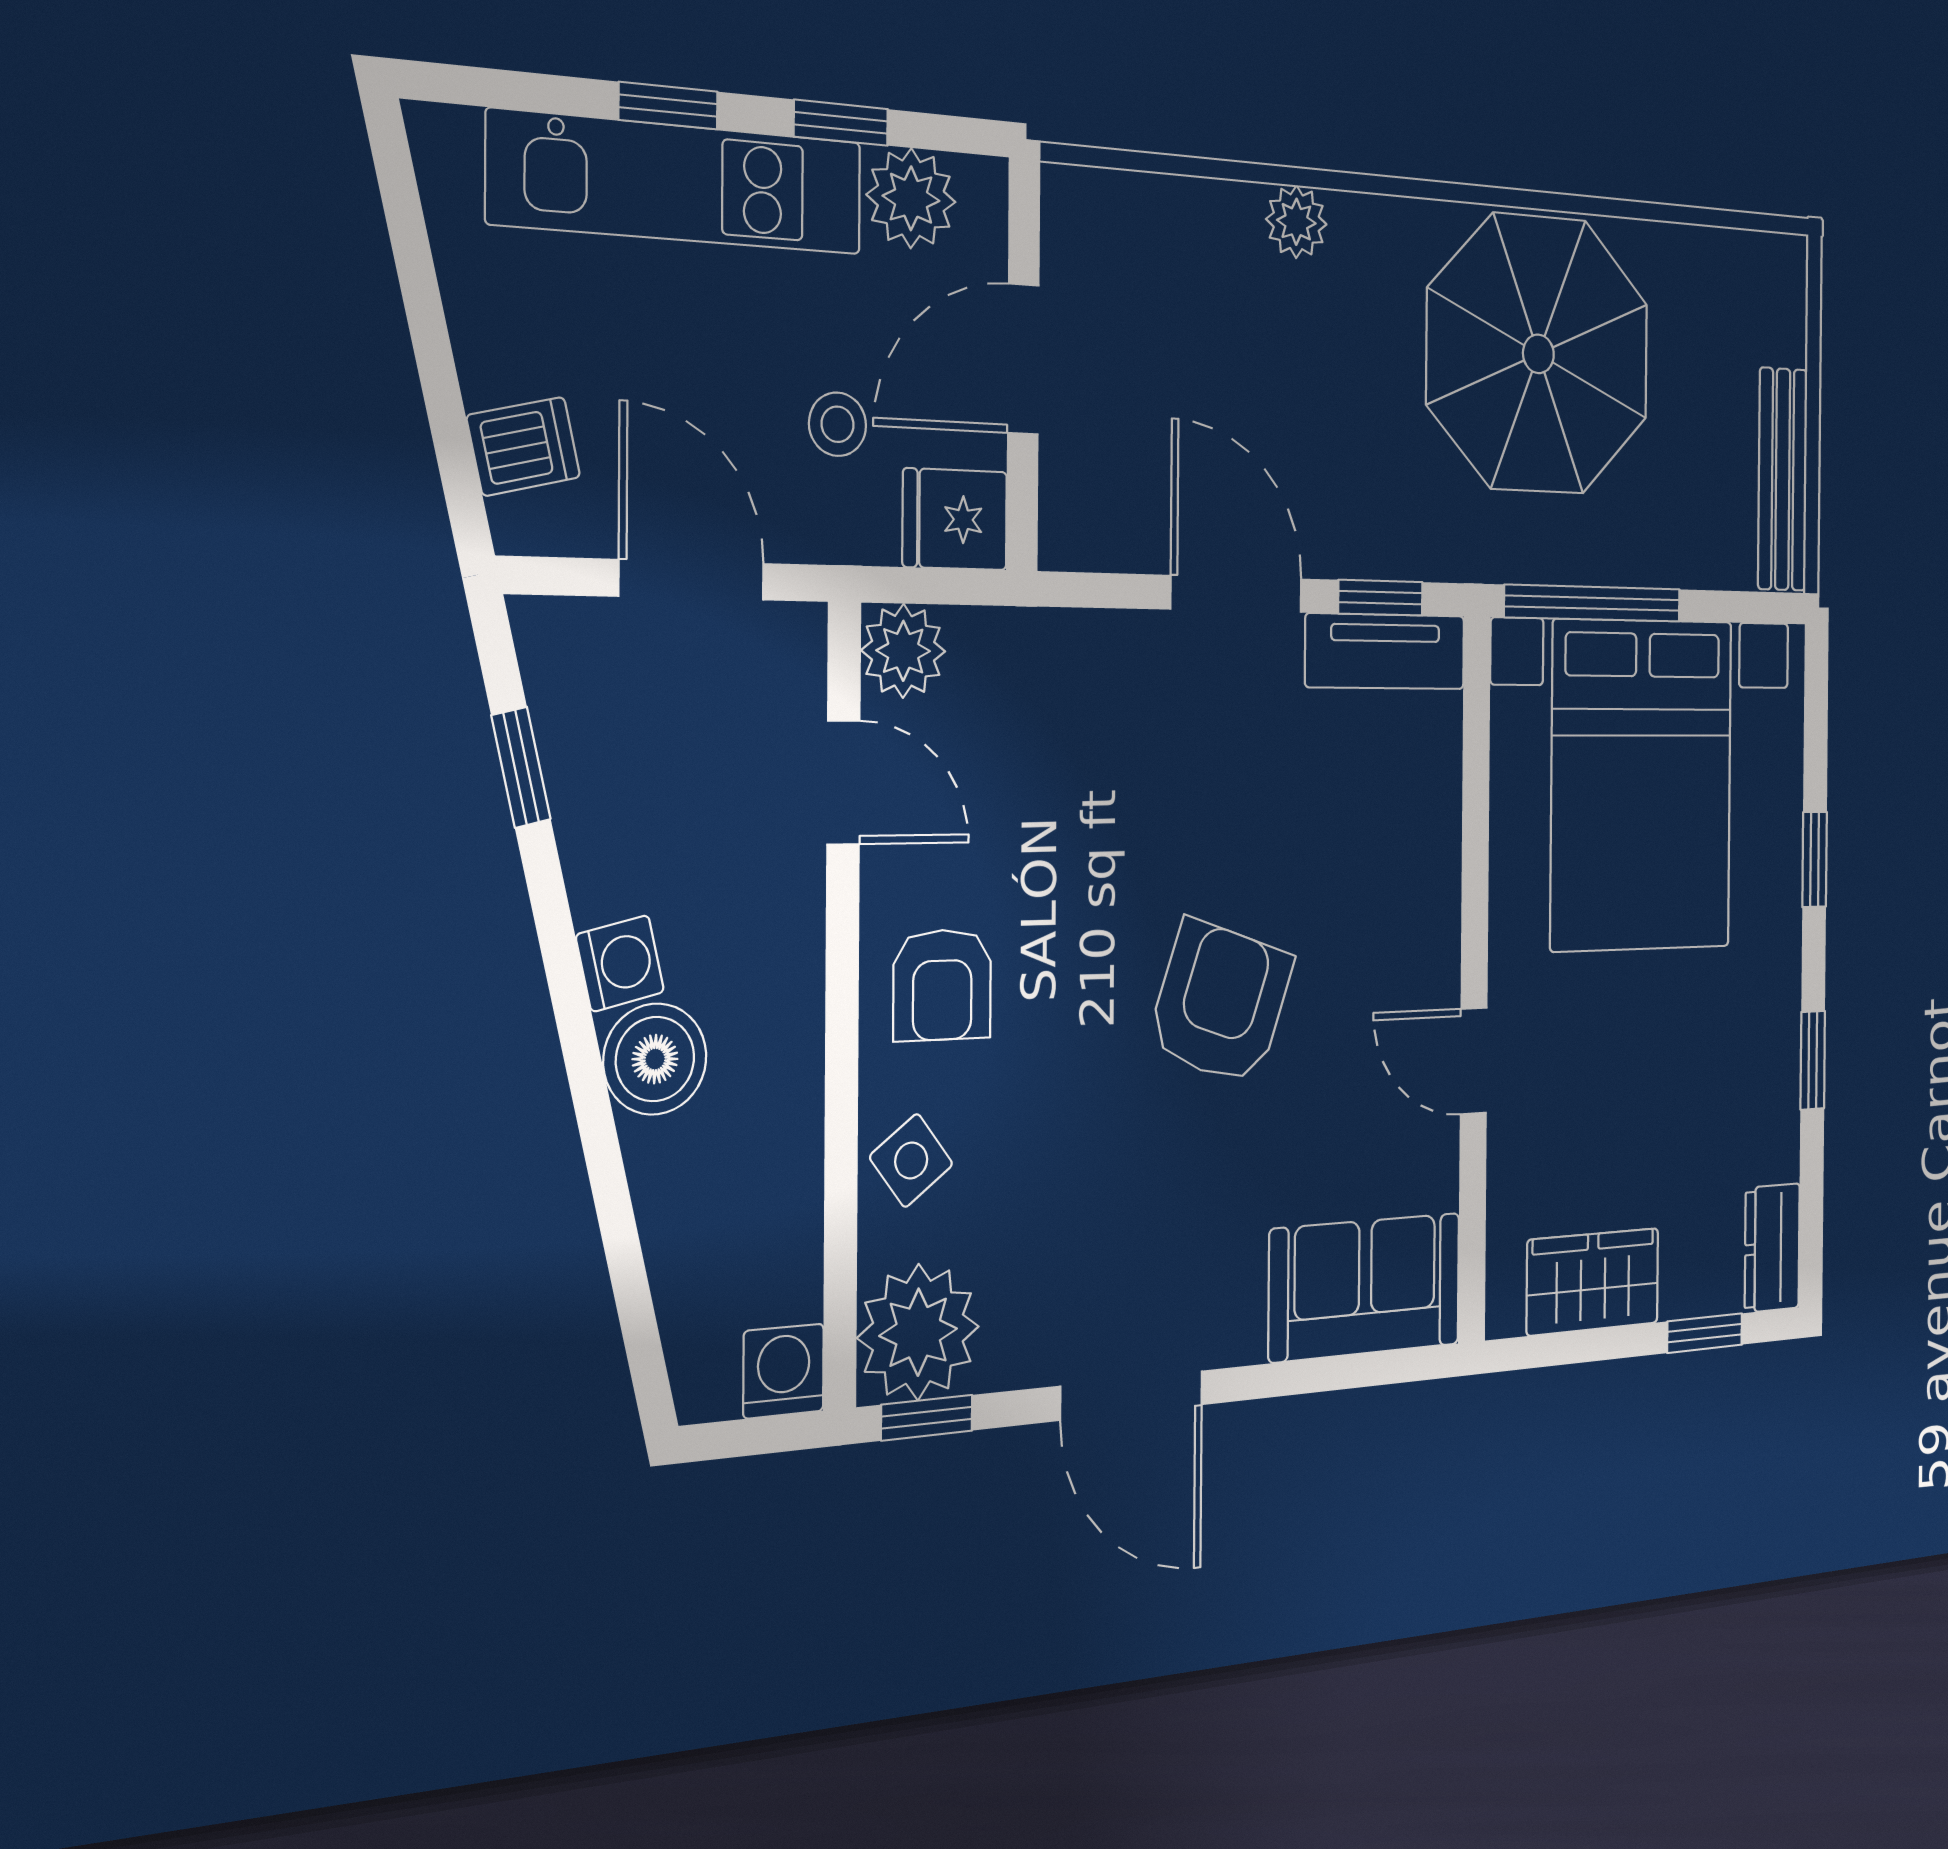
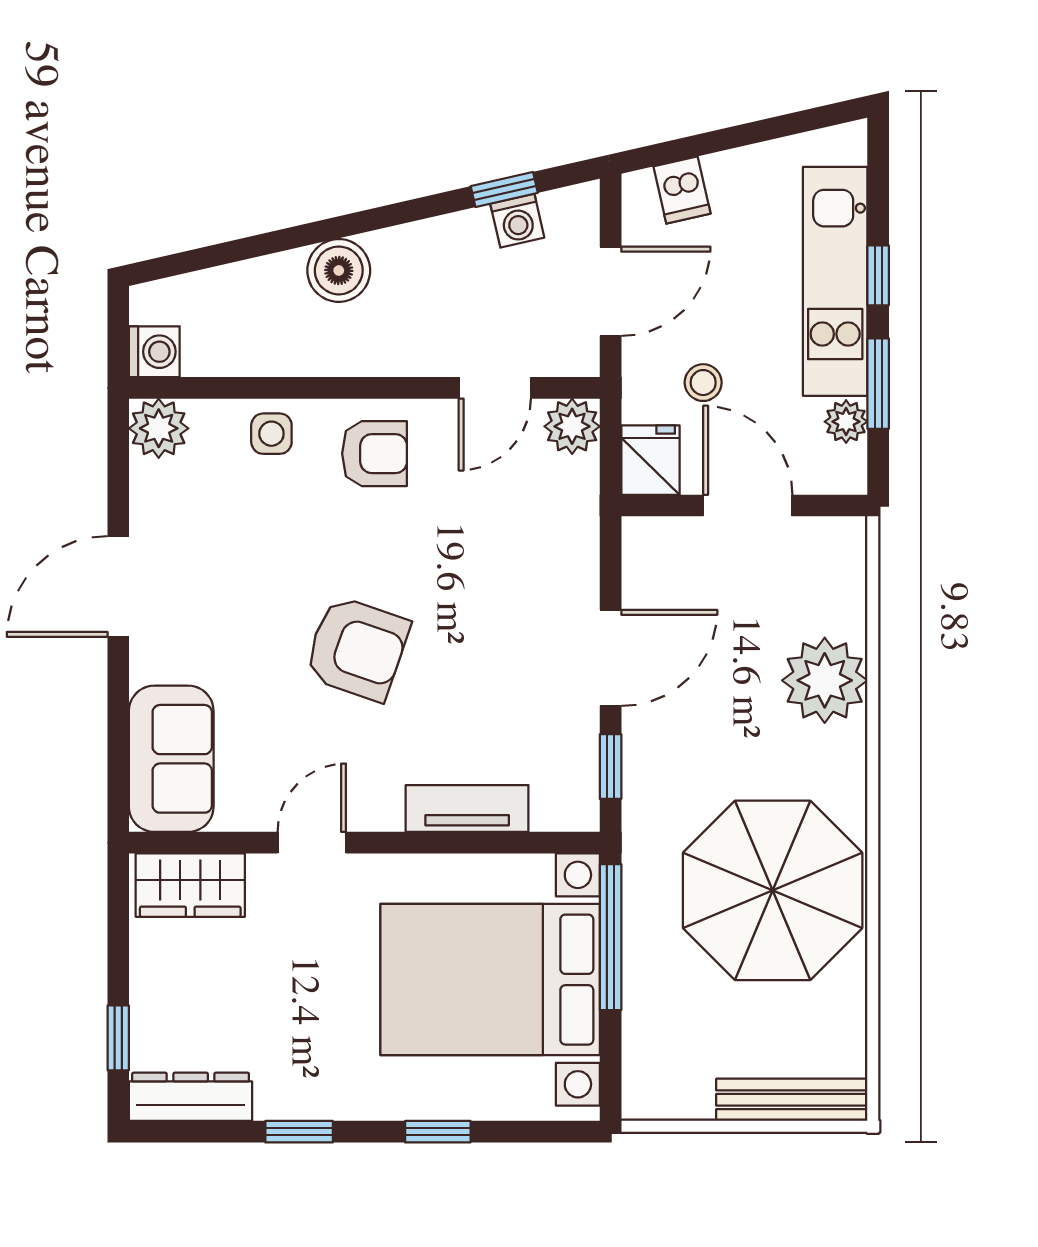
window: (841, 123) -> (878, 384), width x1.50
plant: (911, 198) -> (846, 422), width x0.73, depth x0.73
plant: (1296, 222) -> (825, 680), width x1.88, depth x1.88
bench: (1783, 479) -> (792, 1100), moved
tv unit: (1385, 651) -> (467, 809), moved, turned 90
washing machine: (620, 963) -> (517, 221), moved
armchair: (942, 985) -> (375, 454), turned 180
side table: (911, 1160) -> (271, 434), turned 37
dresser: (1772, 1248) -> (191, 1097), width x1.44
wardrobe: (1593, 1282) -> (190, 885), moved, turned 90
plant: (918, 1332) -> (159, 428), width x0.73, depth x0.73
window: (927, 1418) -> (118, 445), removed

